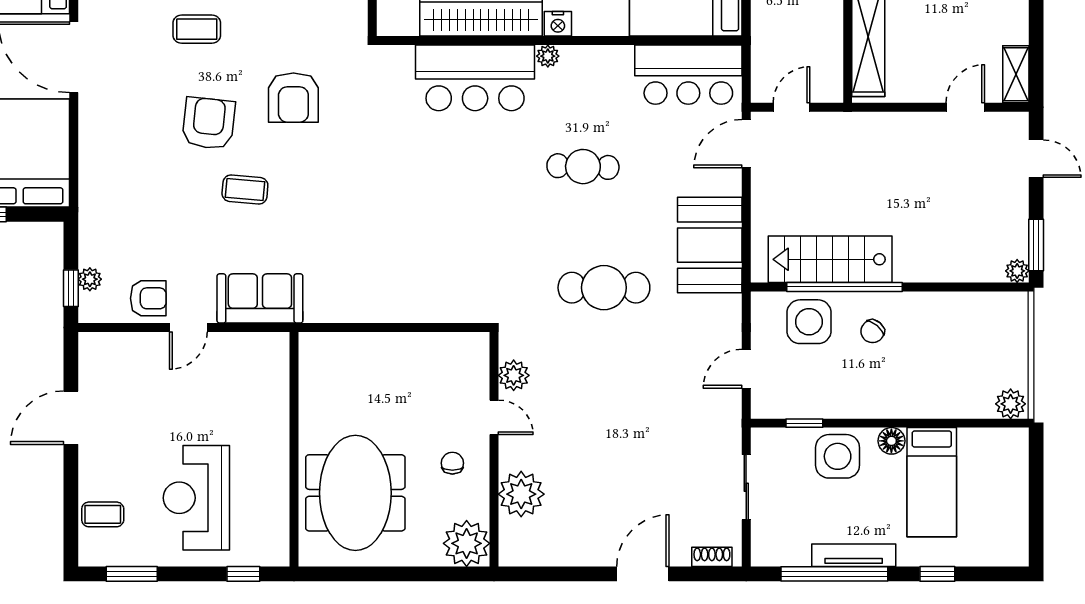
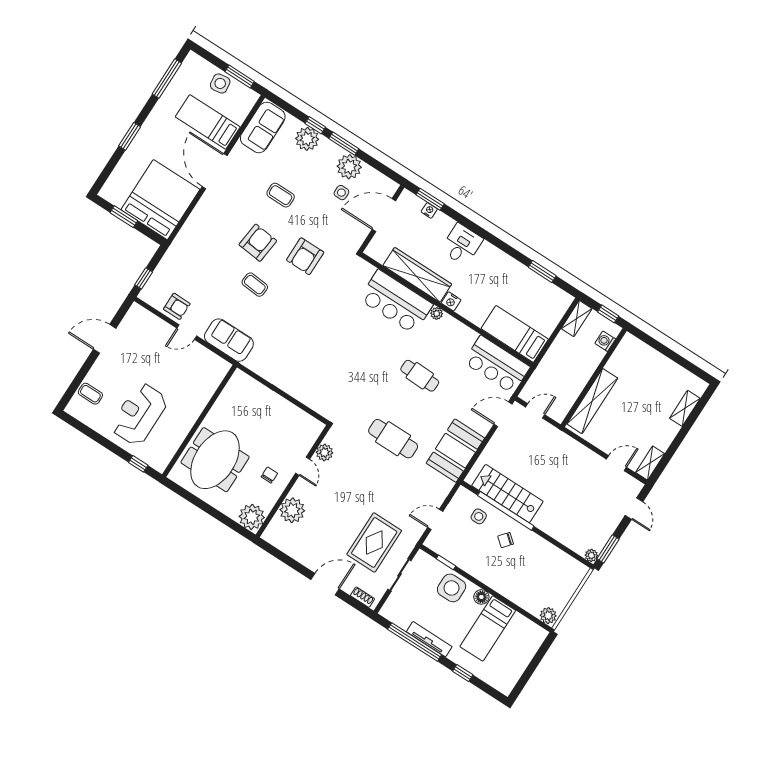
plant: (90, 279) -> (155, 280), removed
side table: (809, 322) -> (479, 516), width x0.54, depth x0.54
rug: (676, 463) -> (374, 542), added
window: (132, 574) -> (86, 430), removed

